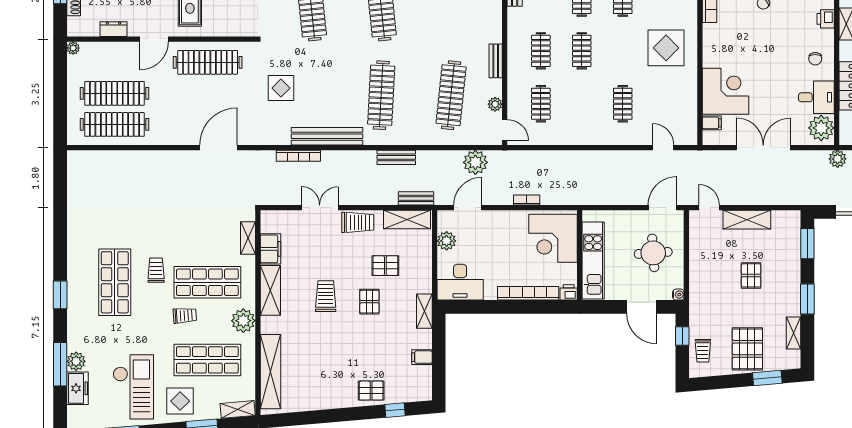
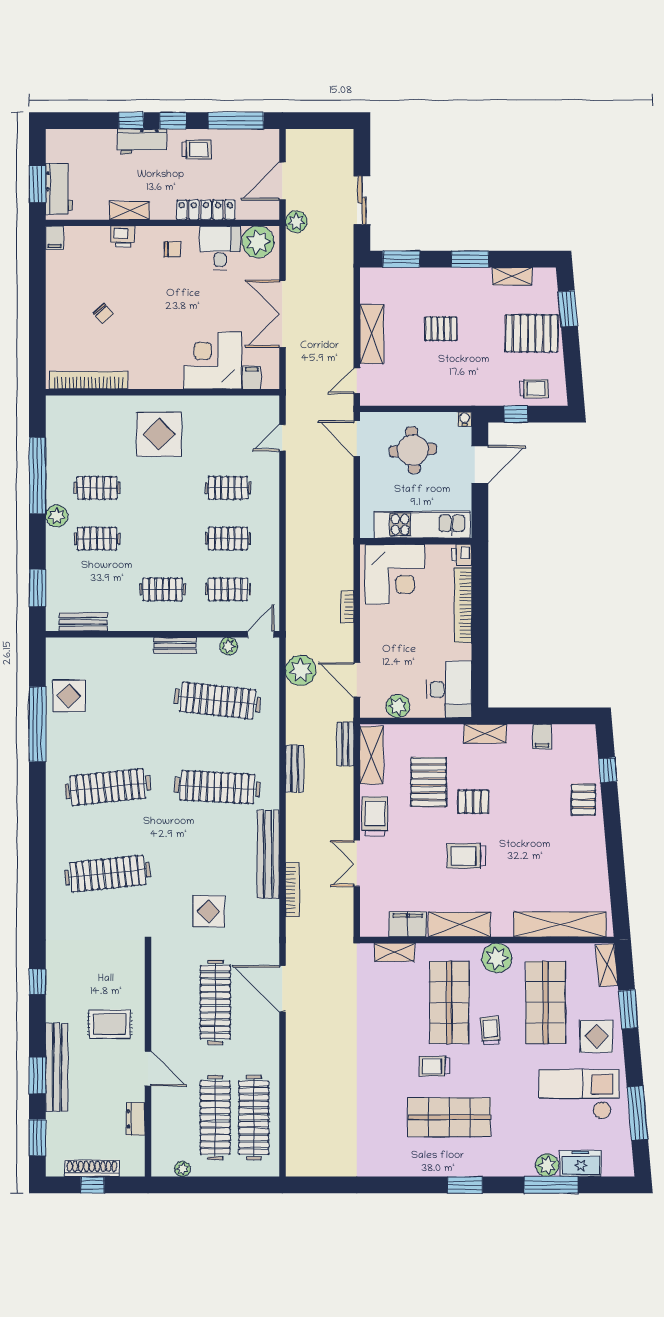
plant: (73, 48) -> (182, 1169), moved
clothes rail: (582, 51) -> (228, 539), moved
clothes rail: (208, 62) -> (215, 1002), moved
pallet: (385, 266) -> (429, 782), width x1.50, depth x1.42

